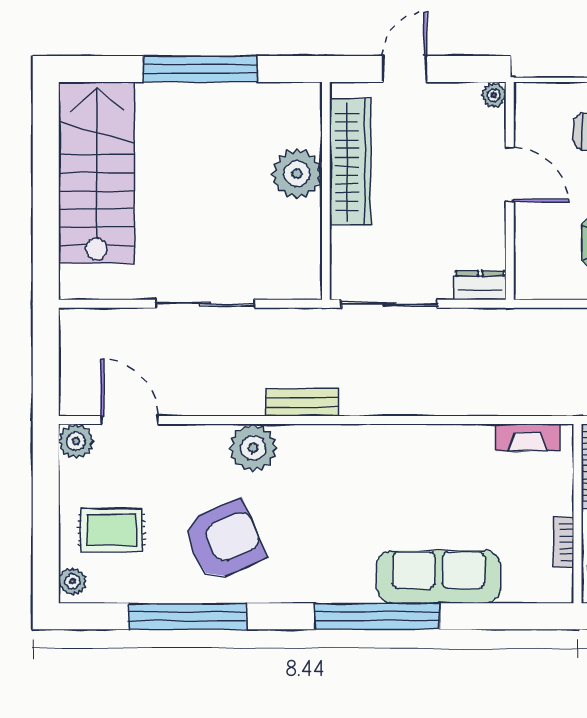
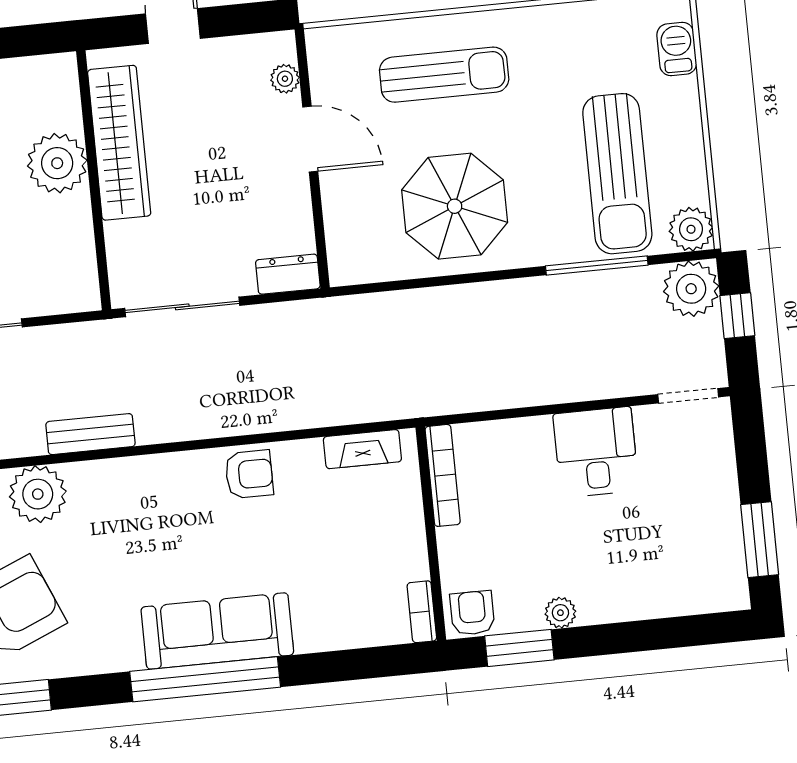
plant: (494, 95) -> (285, 79), moved
armchair: (431, 449) -> (249, 474), added
bookcase: (564, 542) -> (422, 612), moved
sofa: (439, 577) -> (217, 631), moved

